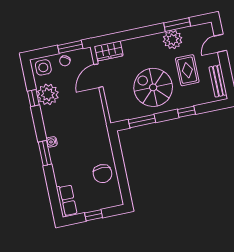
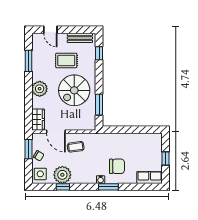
plant: (173, 40) -> (40, 89), moved
coffee table: (85, 103) -> (76, 147), added
window: (186, 112) -> (99, 53), moved
chair: (103, 174) -> (117, 166), moved

